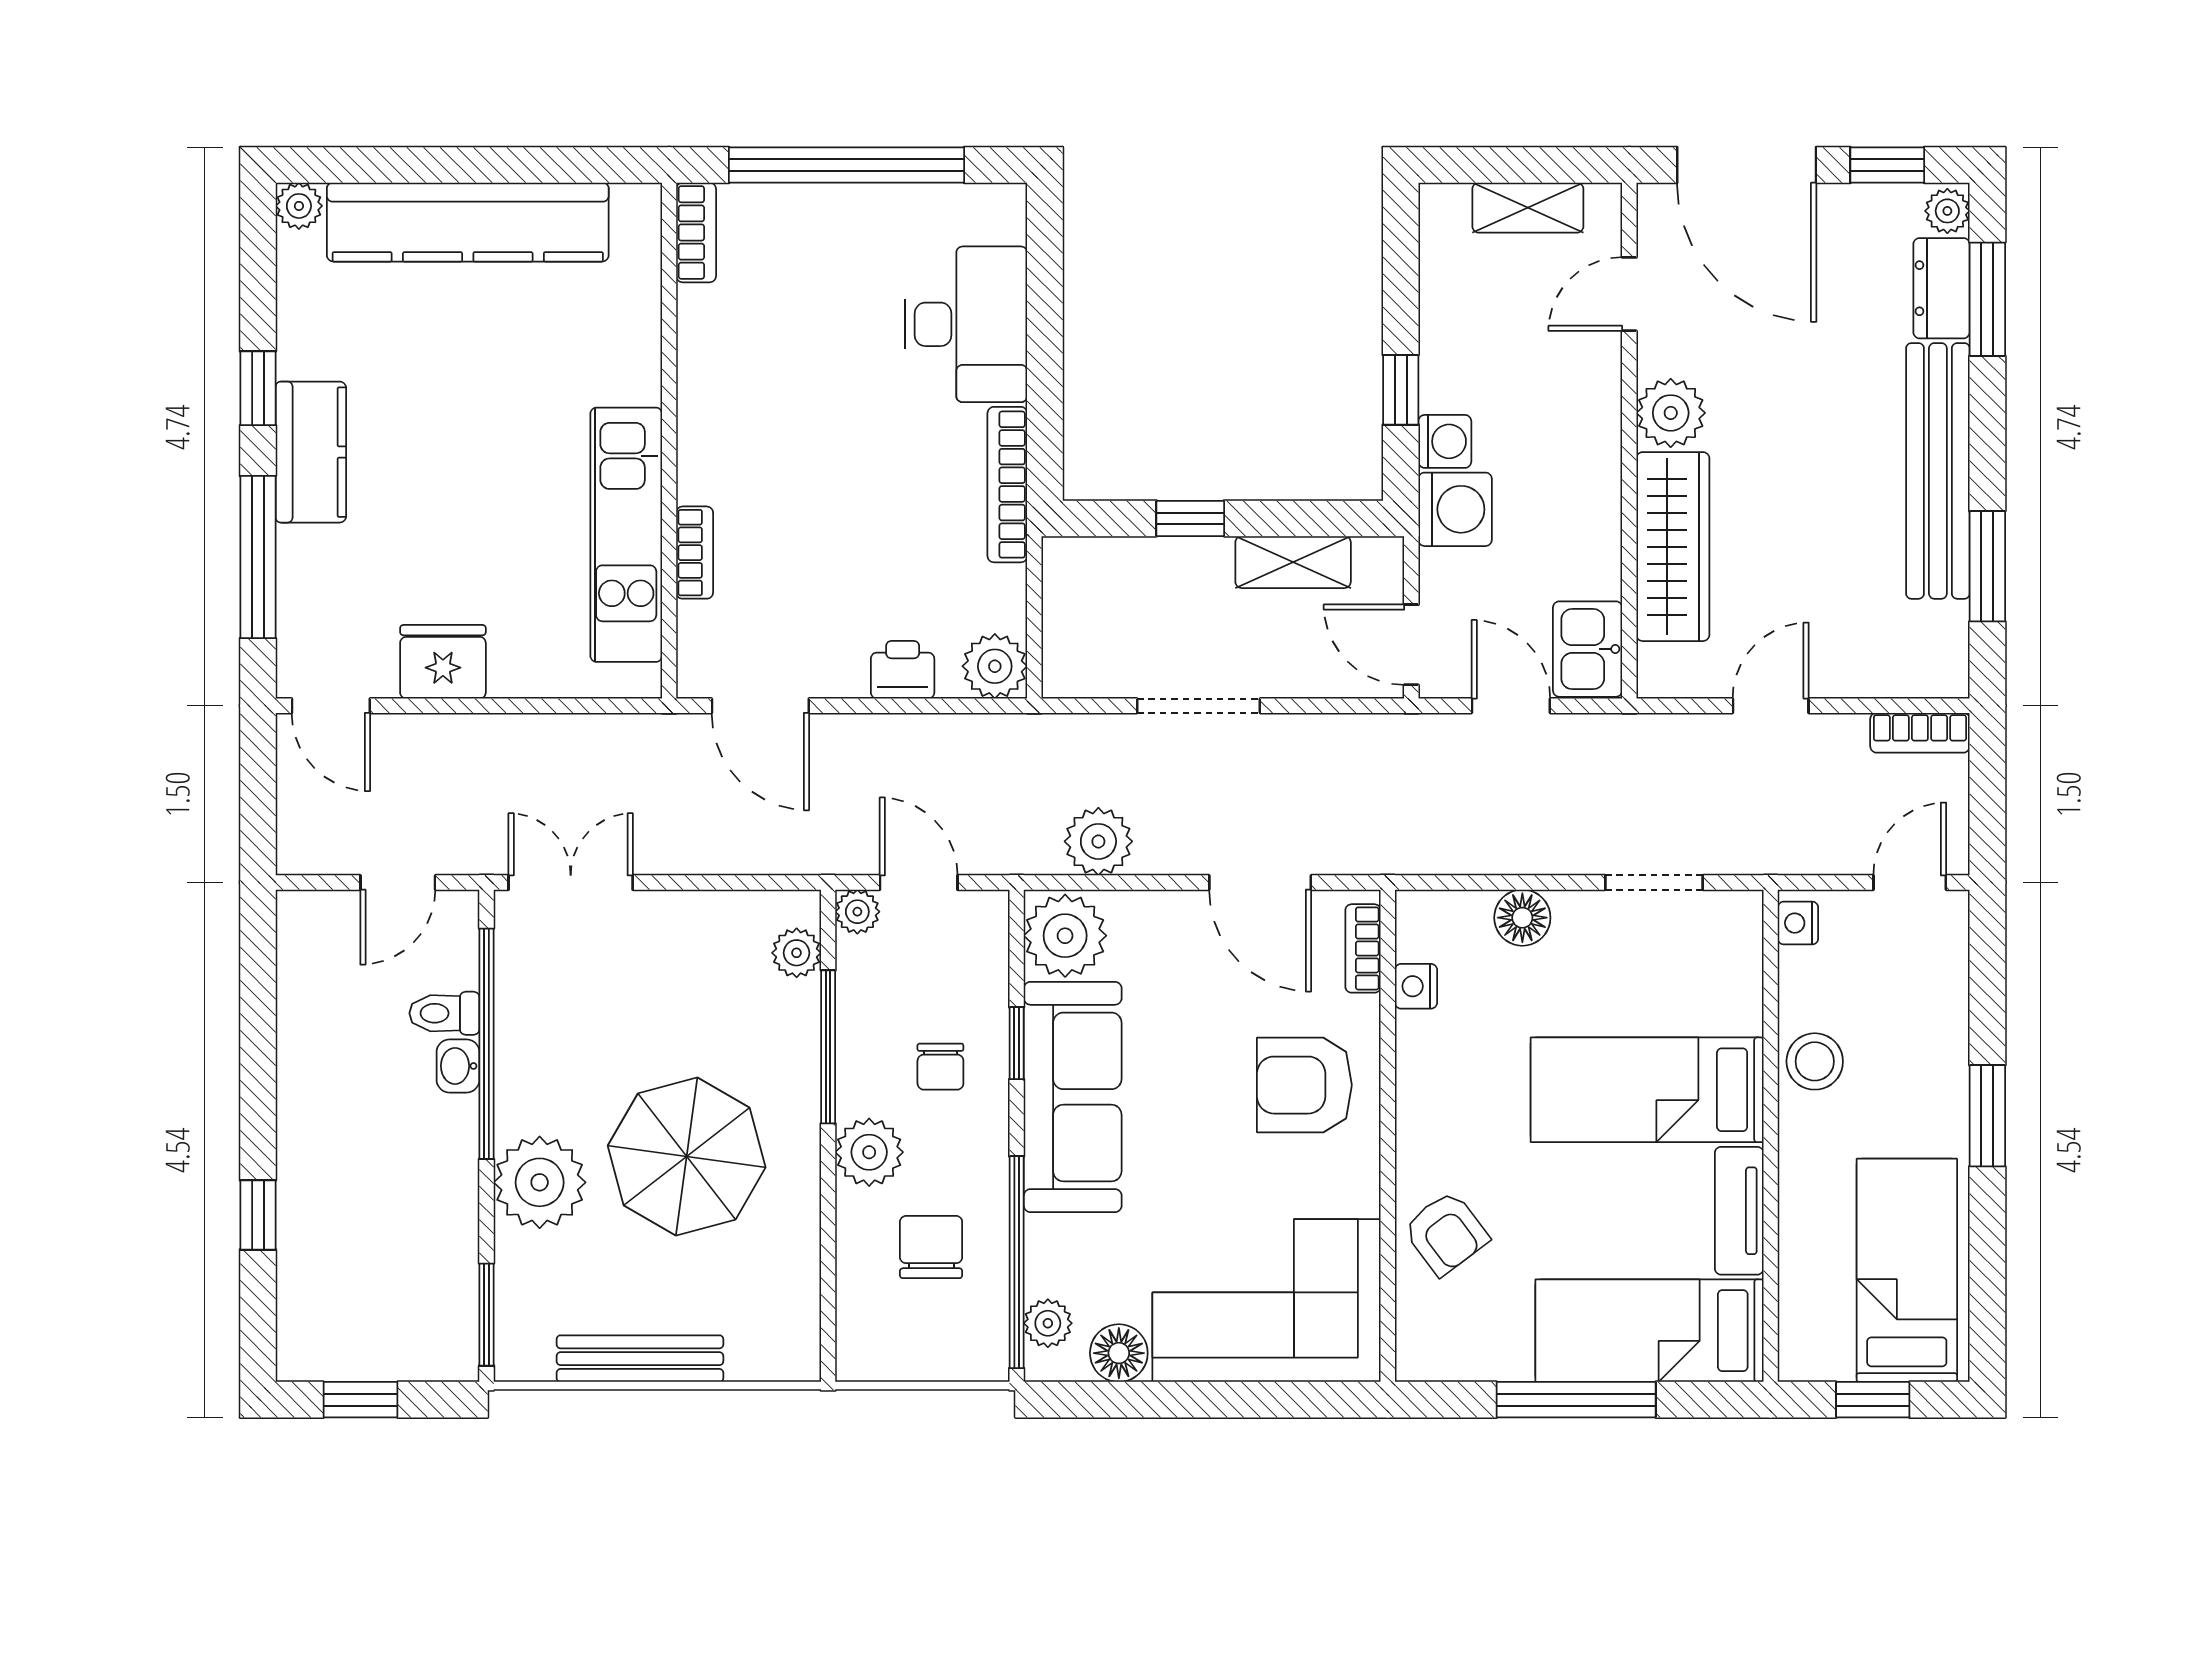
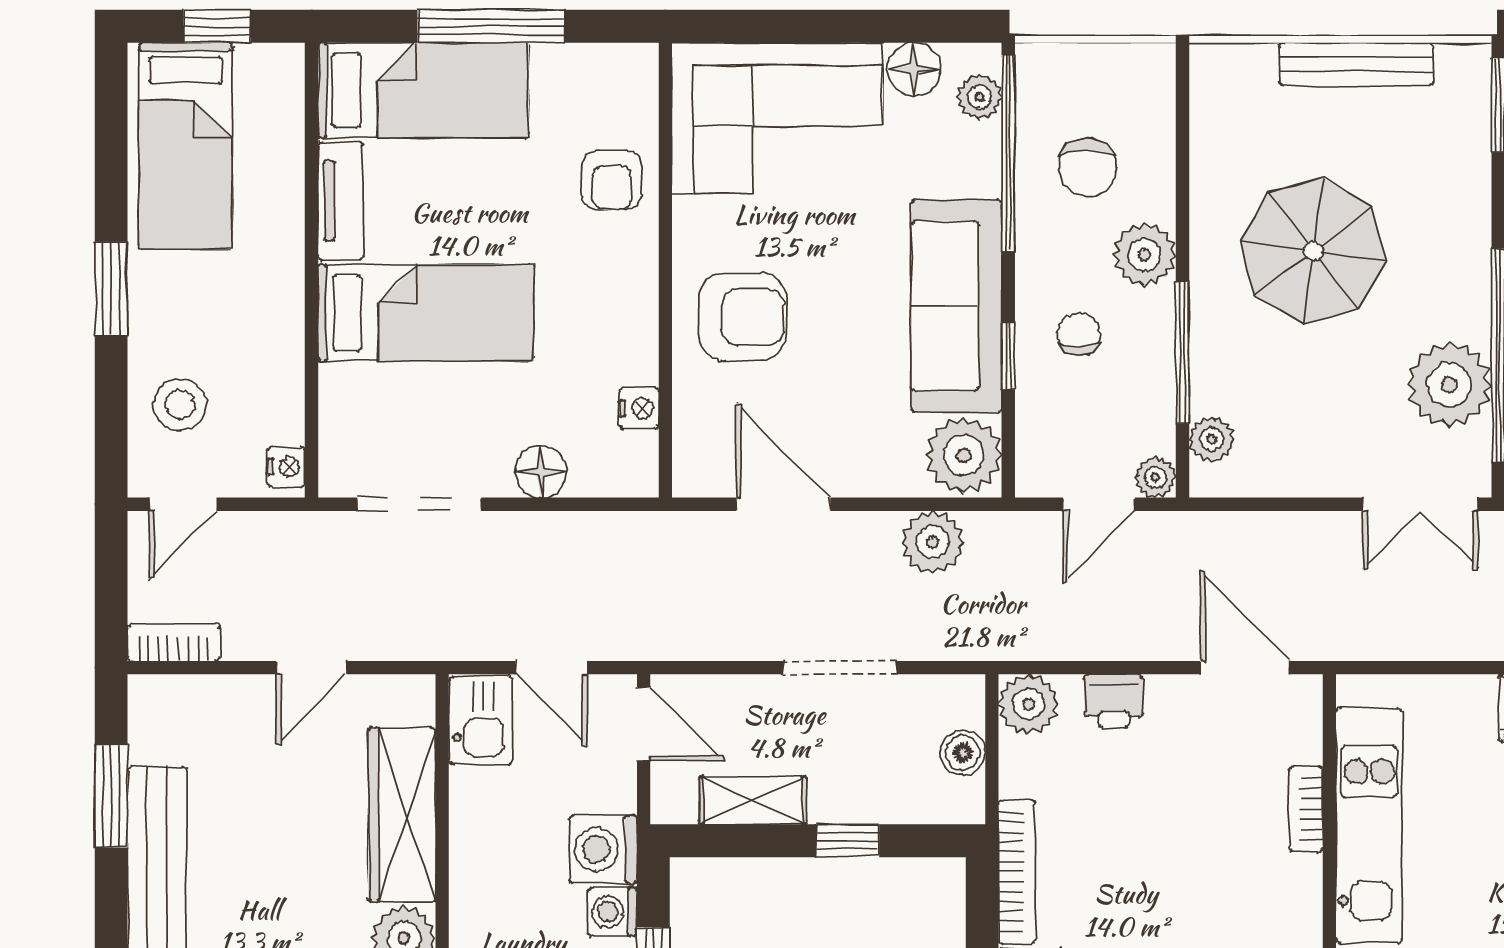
boiler: (1066, 614) -> (963, 753), added
door: (919, 882) -> (1099, 504), hinge flipped
doorway: (1654, 882) -> (419, 504), width x1.38
bookcase: (1363, 948) -> (688, 443), removed
stool: (1815, 1061) -> (180, 405), moved
plant: (540, 1182) -> (1449, 385), moved
armchair: (1446, 1233) -> (612, 180), turned -143

